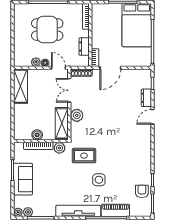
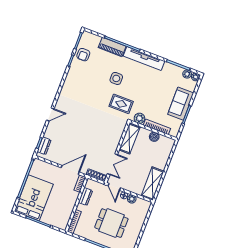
dresser: (146, 98) -> (44, 146), moved
plant: (77, 115) -> (114, 140), removed

